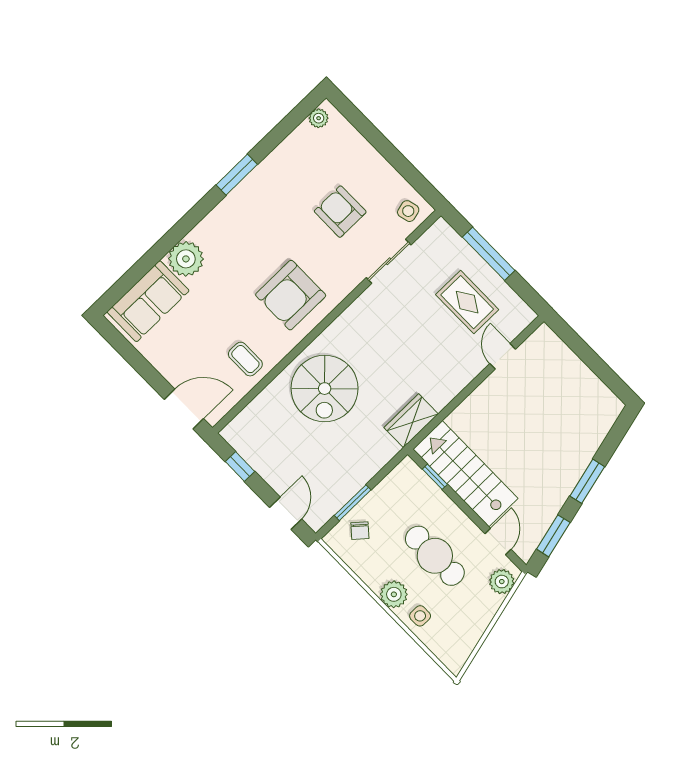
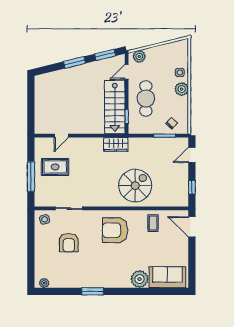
armchair: (291, 295) -> (115, 230), turned 180
rug: (467, 302) -> (55, 167), turned 90
cafe table: (435, 556) -> (146, 98), moved

